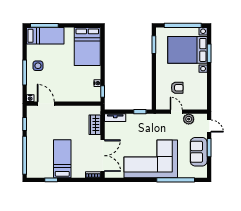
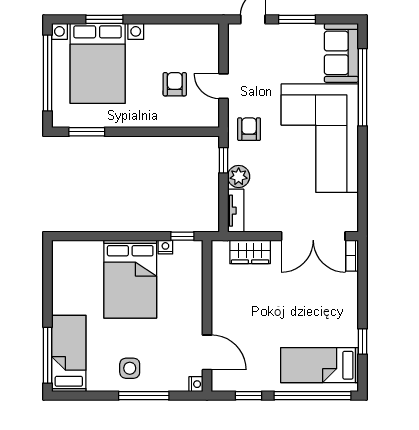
bed: (87, 46) -> (130, 279), moved, turned 90
door: (46, 104) -> (207, 352), swing flipped
door: (176, 112) -> (223, 86), hinge flipped
plant: (189, 119) -> (239, 177), moved
armchair: (155, 124) -> (249, 129), added
sofa: (199, 152) -> (341, 53), moved, turned 90
double door: (103, 156) -> (313, 236), swing flipped
bed: (62, 159) -> (320, 365), moved

